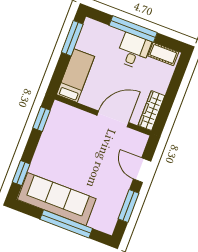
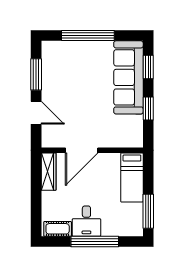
window: (42, 119) -> (148, 108), moved
sofa: (57, 199) -> (128, 77), moved, turned 90

